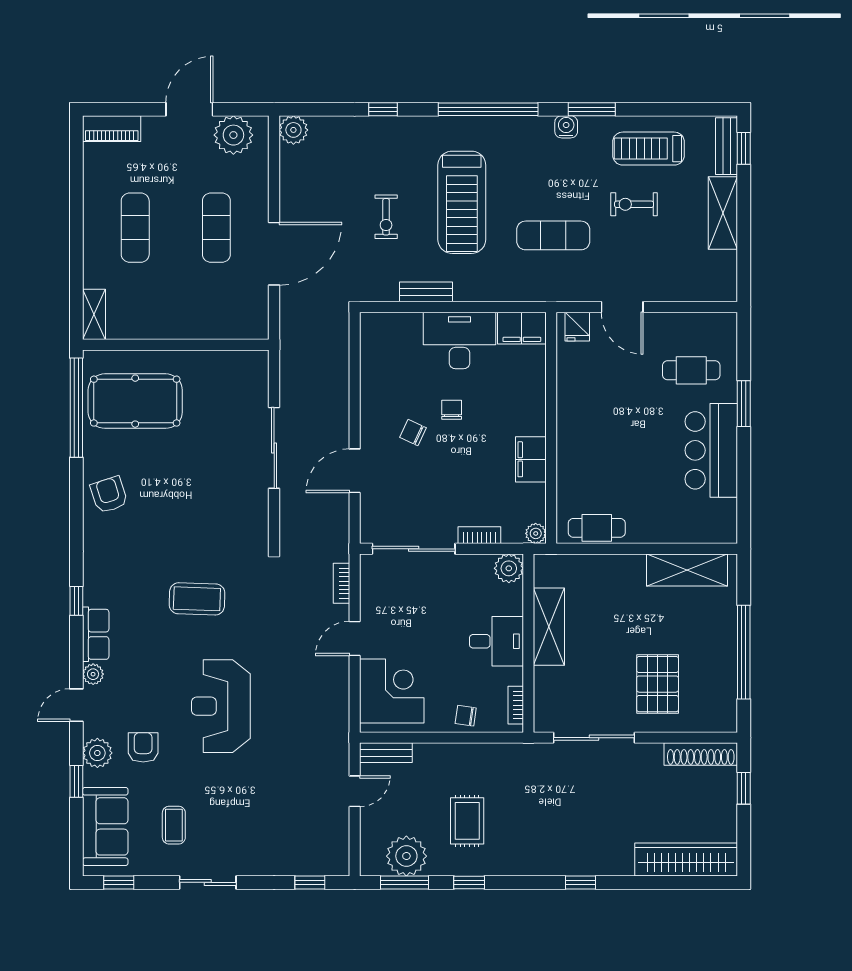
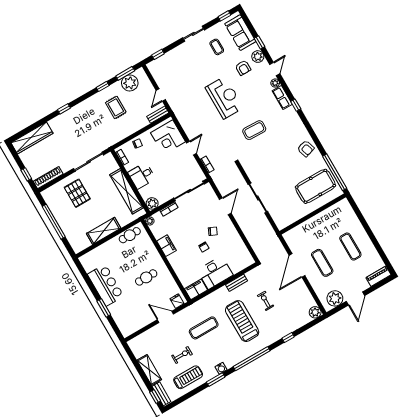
shelving: (94, 314) -> (347, 208), removed
cafe table: (691, 370) -> (146, 277), moved
shelving: (687, 570) -> (104, 231), moved
shelving: (549, 627) -> (126, 191), width x1.47

